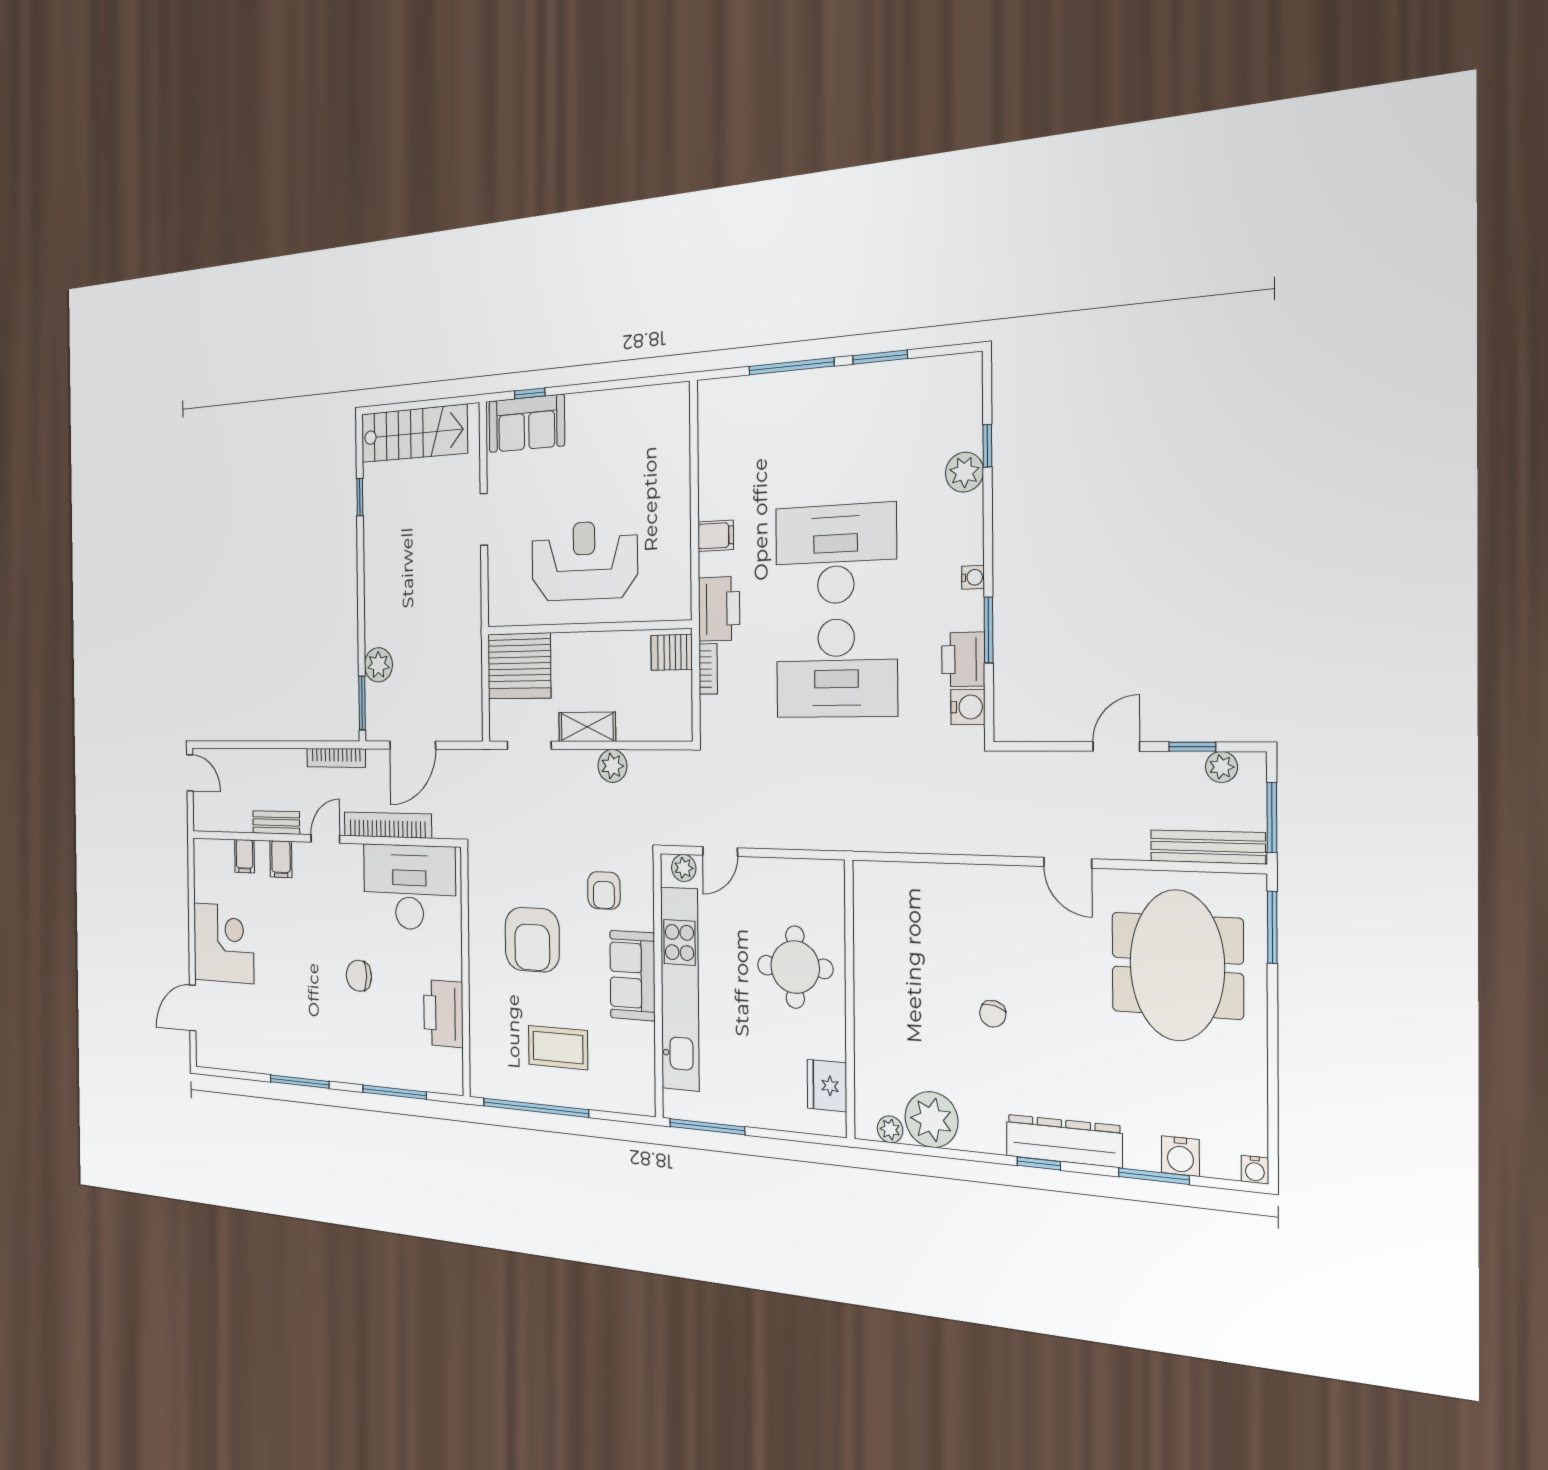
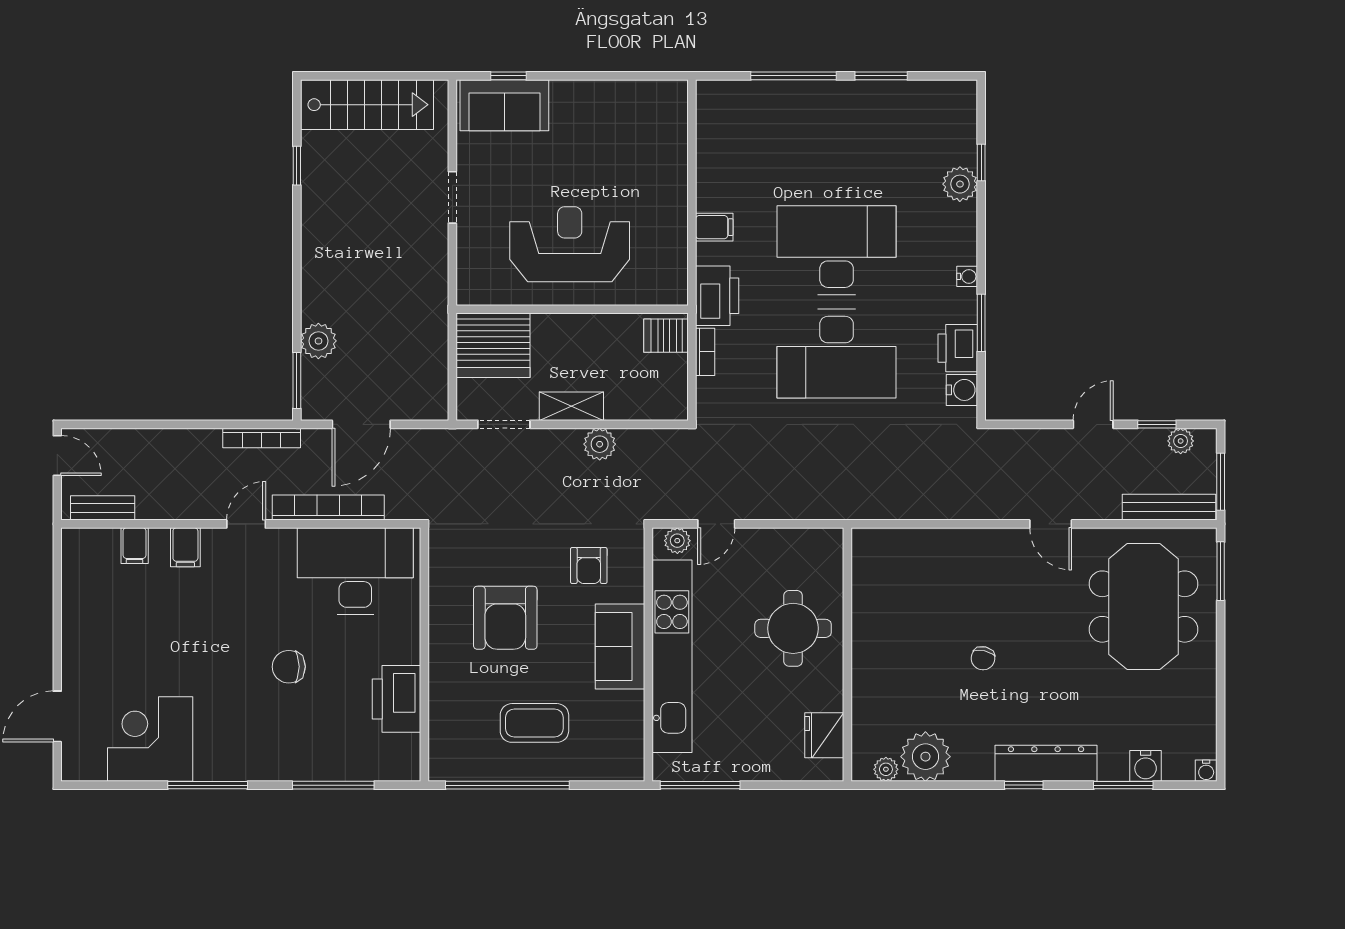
bench: (276, 822) -> (103, 508), moved
corner desk: (224, 943) -> (150, 739), moved, turned -90

